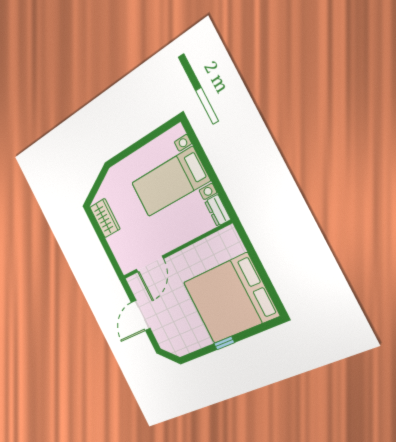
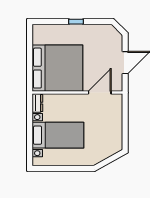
wardrobe: (105, 218) -> (115, 137), removed
bed: (230, 299) -> (57, 68), moved

